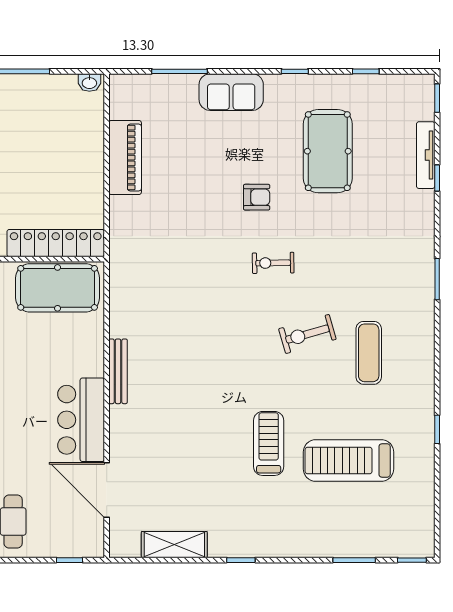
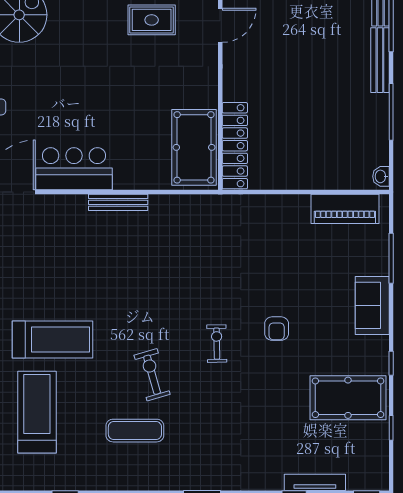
pool table: (328, 151) -> (348, 398), moved
piano: (125, 158) -> (345, 209), moved
treadmill: (269, 443) -> (52, 339), width x1.37, depth x1.38

